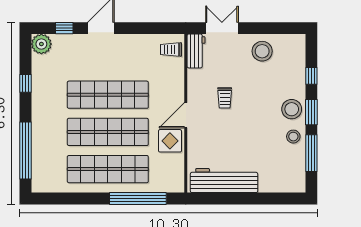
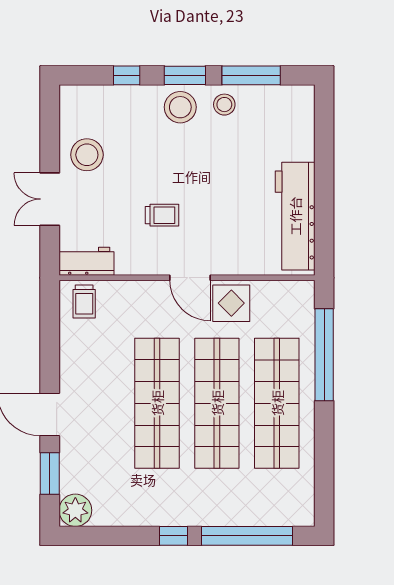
window: (64, 28) -> (50, 473), width x1.50
double door: (222, 28) -> (50, 199), moved
window: (25, 83) -> (174, 536), moved

